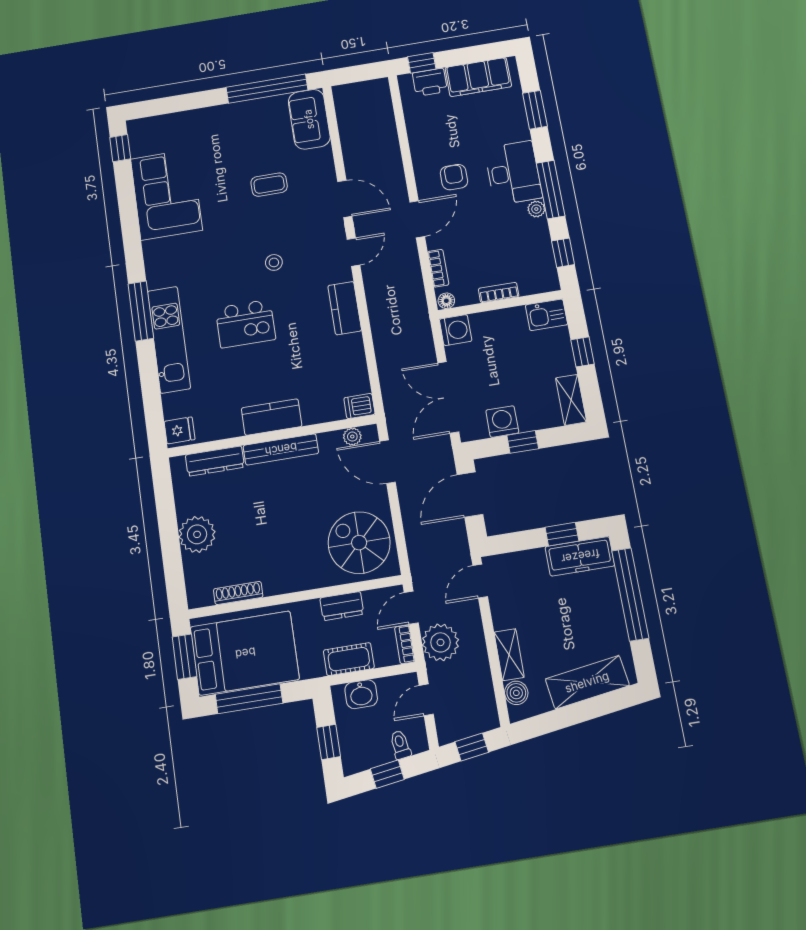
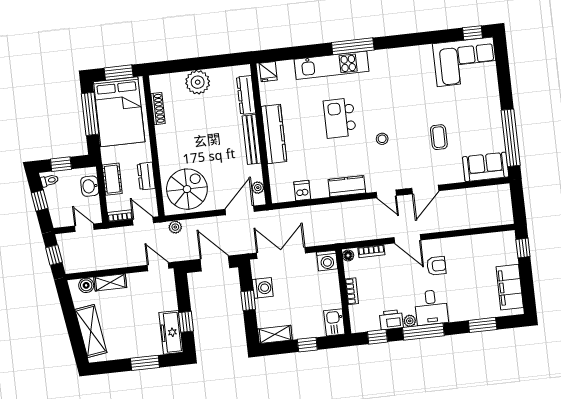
printer: (430, 82) -> (391, 320), moved, turned 90
desk: (513, 173) -> (431, 307), width x0.73
corner sofa: (166, 194) -> (465, 62), moved
dishwasher: (359, 406) -> (302, 191), moved
kitchen counter: (272, 417) -> (274, 134), width x1.50
window: (630, 594) -> (145, 363), width x0.47
plant: (440, 642) -> (175, 227), moved, width x0.53, depth x0.53
toilet: (400, 745) -> (50, 180), moved

